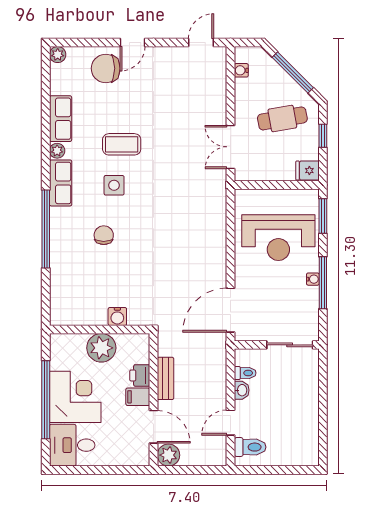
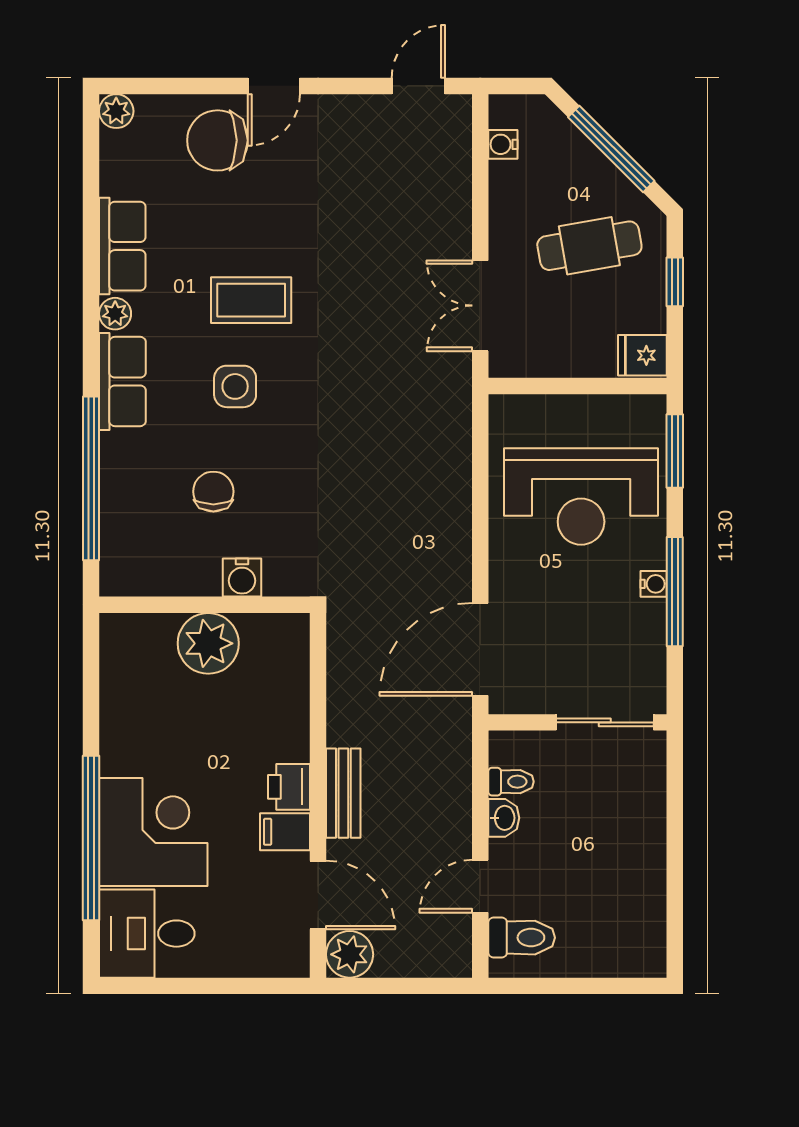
water cooler: (117, 316) -> (242, 578), moved
wall: (100, 329) -> (205, 605), moved
plant: (101, 348) -> (208, 643), moved

